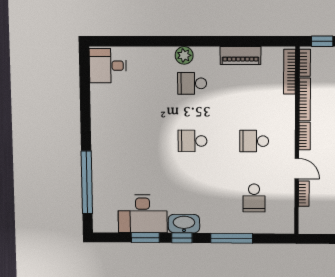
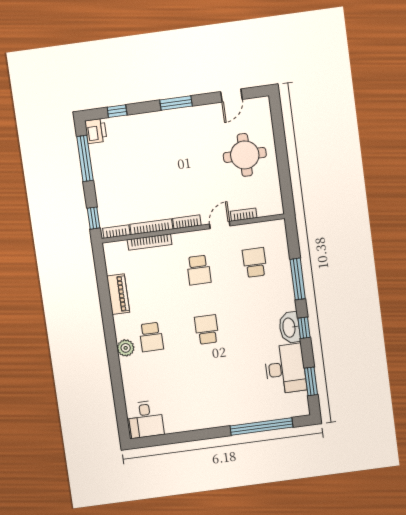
bookcase: (290, 72) -> (150, 242), moved
school desk: (193, 141) -> (207, 329), turned 180
school desk: (254, 198) -> (255, 262), turned -90
window: (145, 238) -> (311, 381), moved

